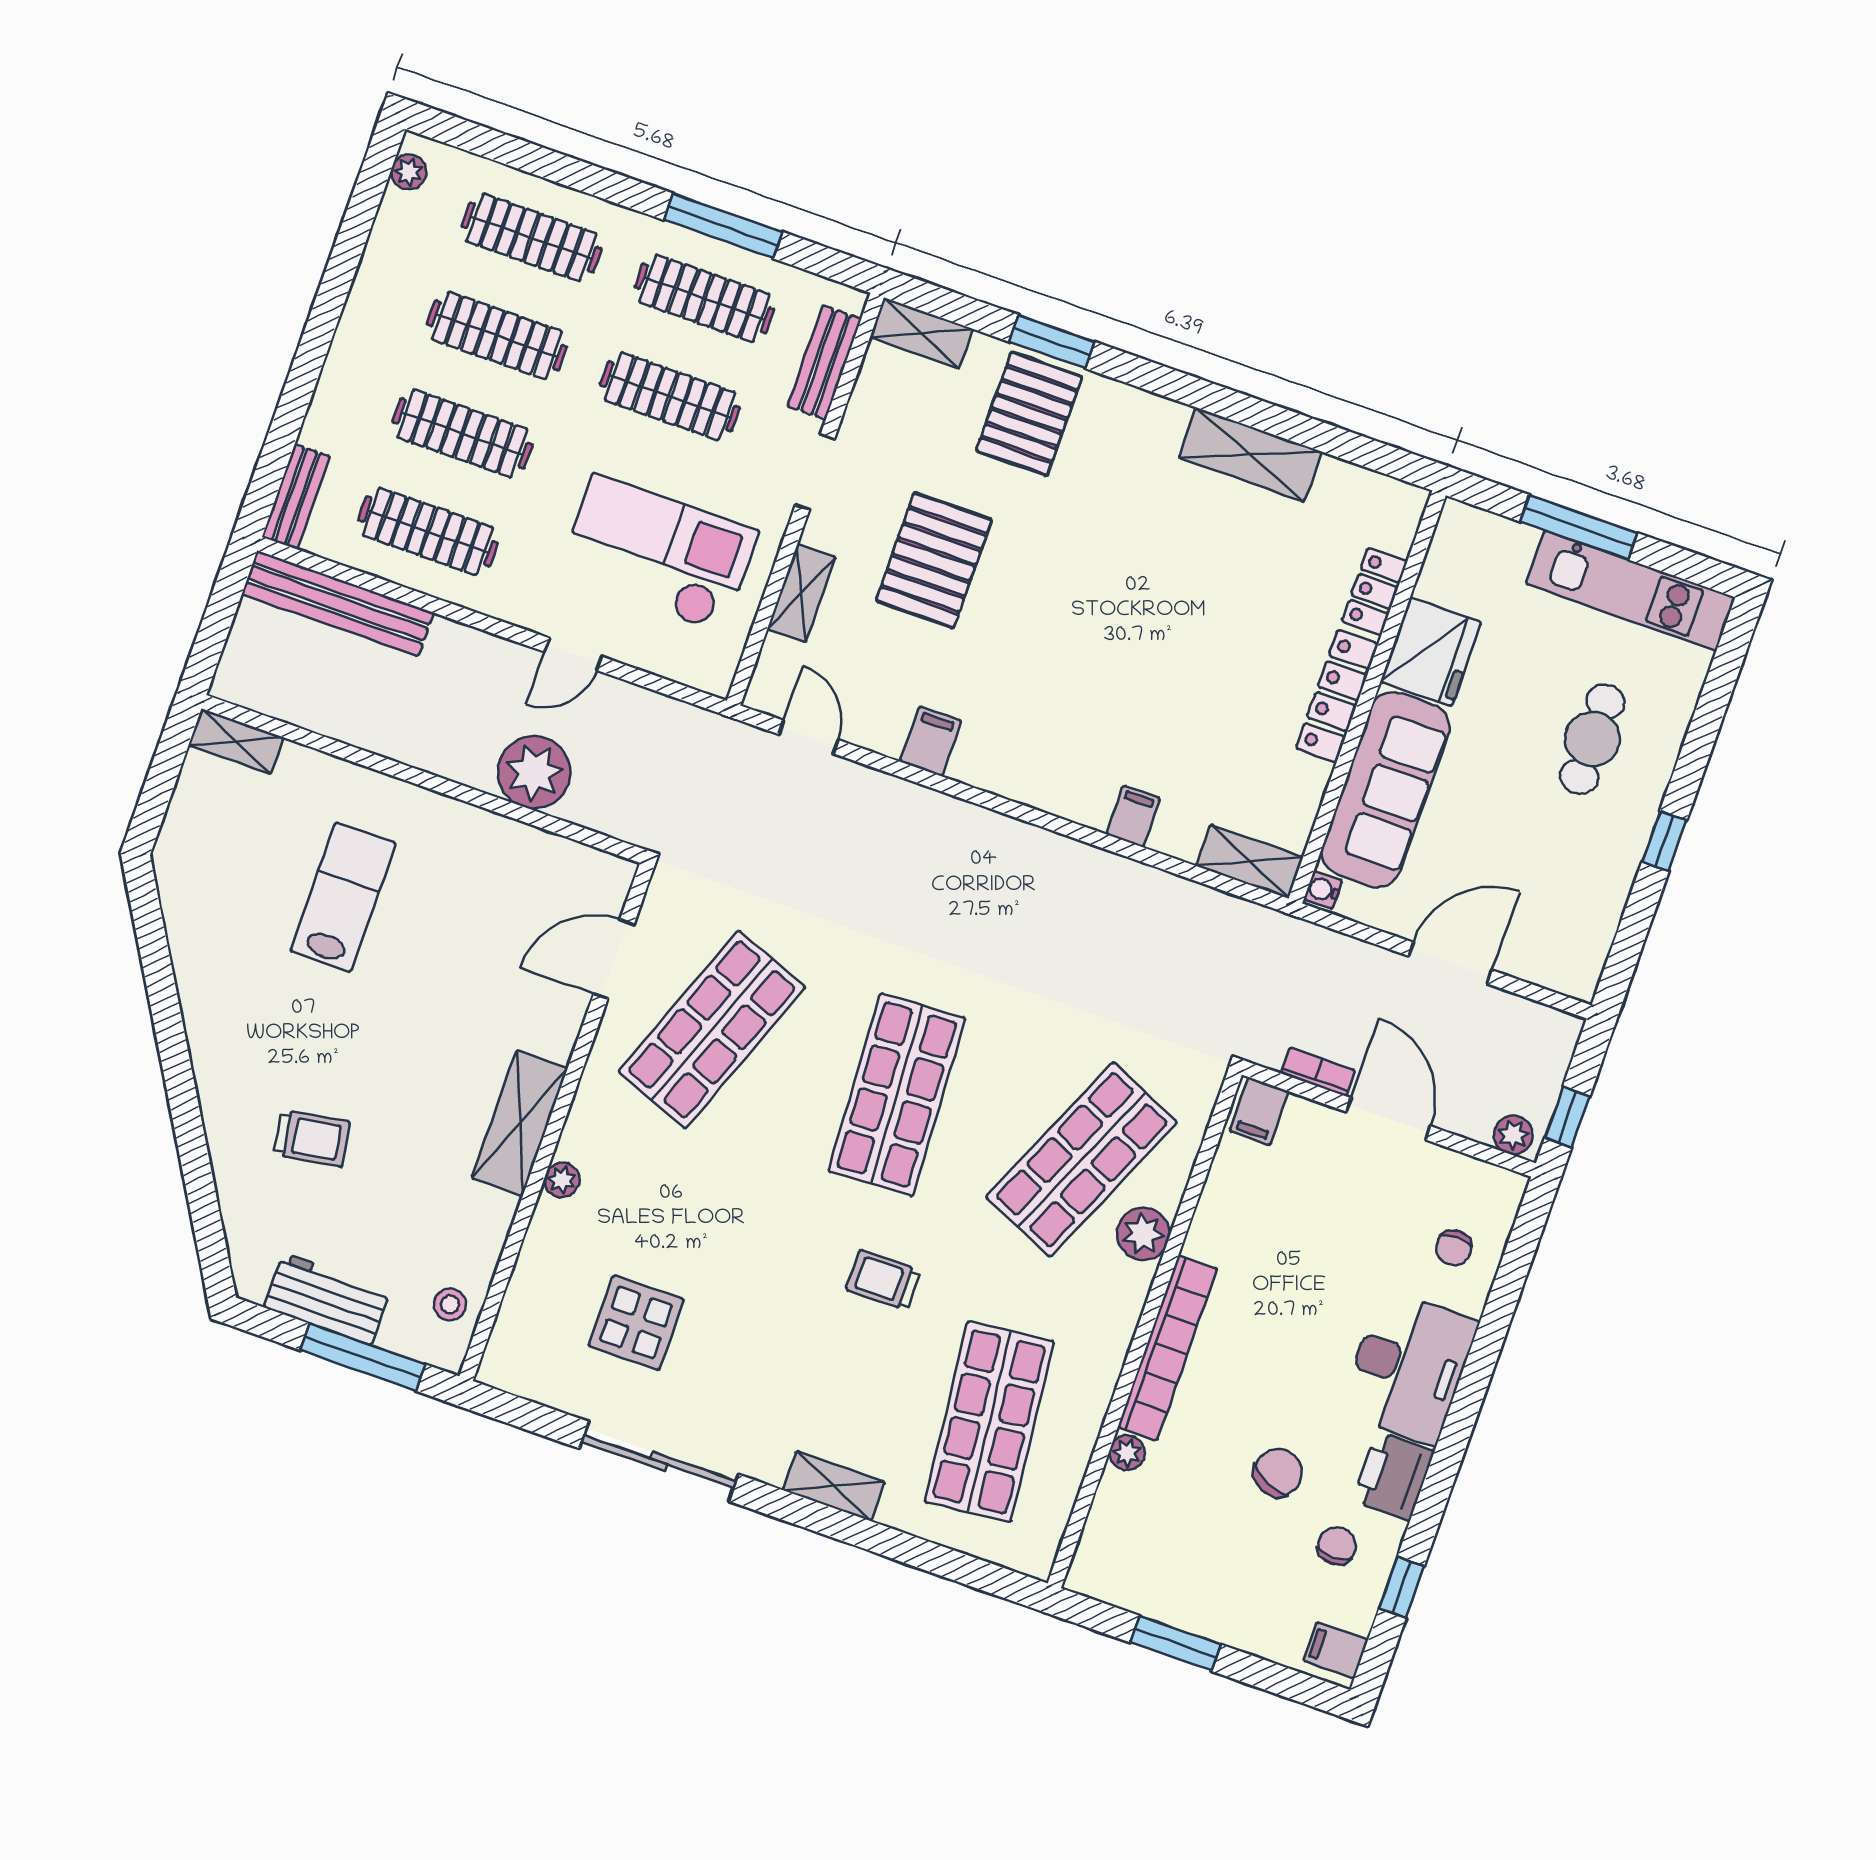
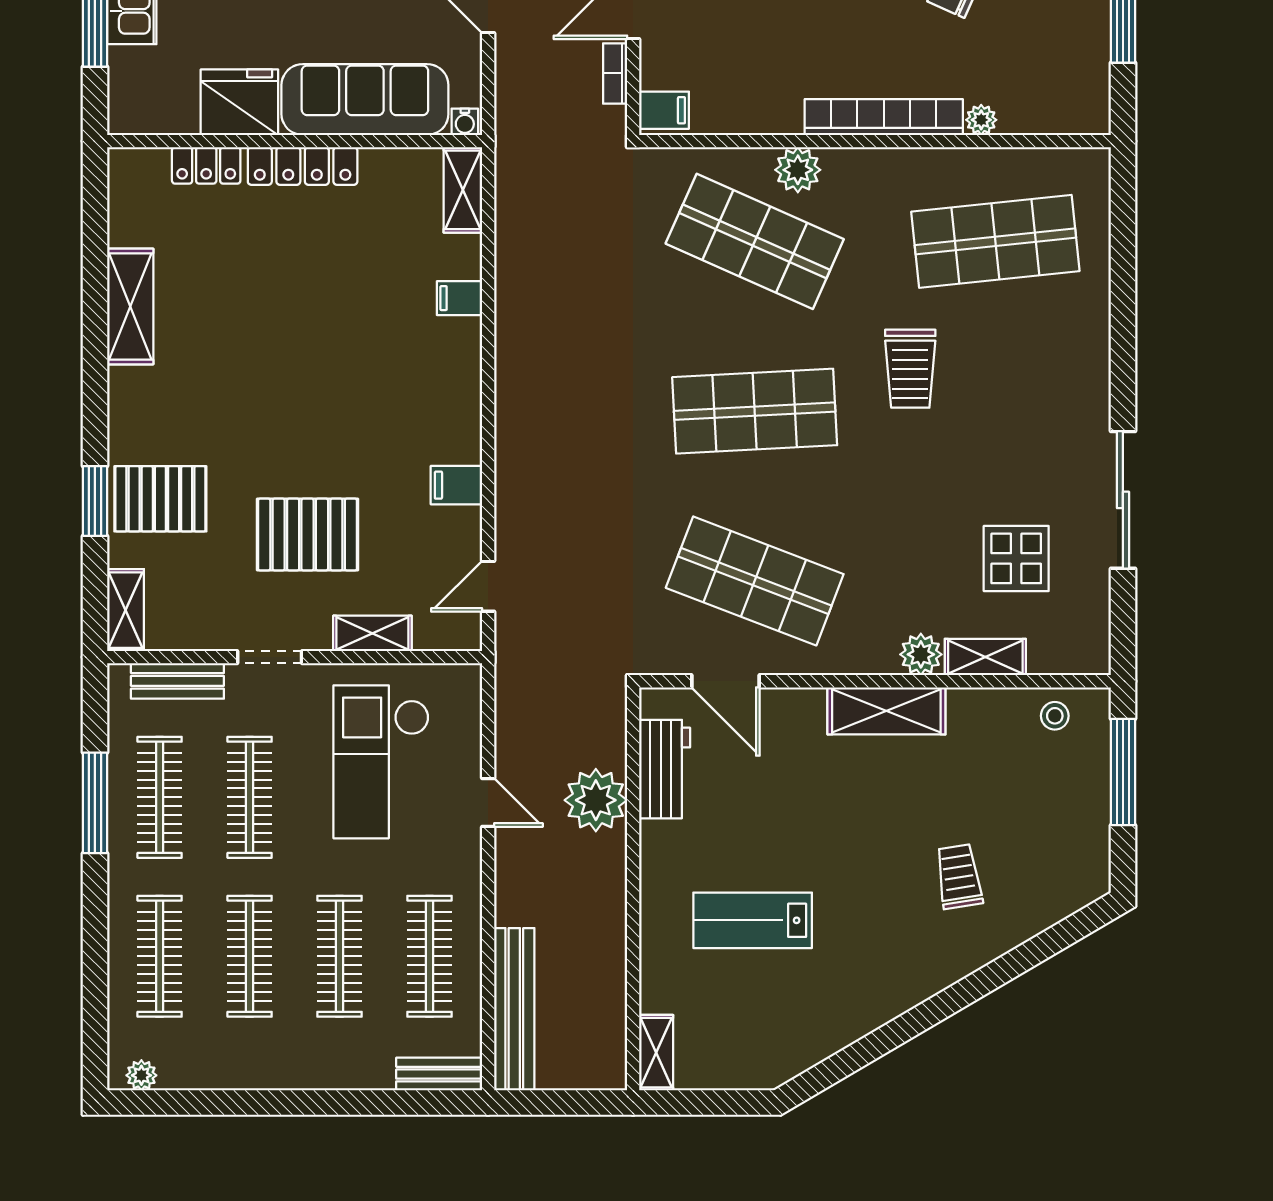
plant: (562, 1180) -> (921, 654), width x1.38, depth x1.38
trolley: (883, 1280) -> (910, 369), width x1.36, depth x1.39
workbench: (327, 1299) -> (665, 769), moved, turned 180
shelving: (834, 1486) -> (985, 657), moved, turned 90

